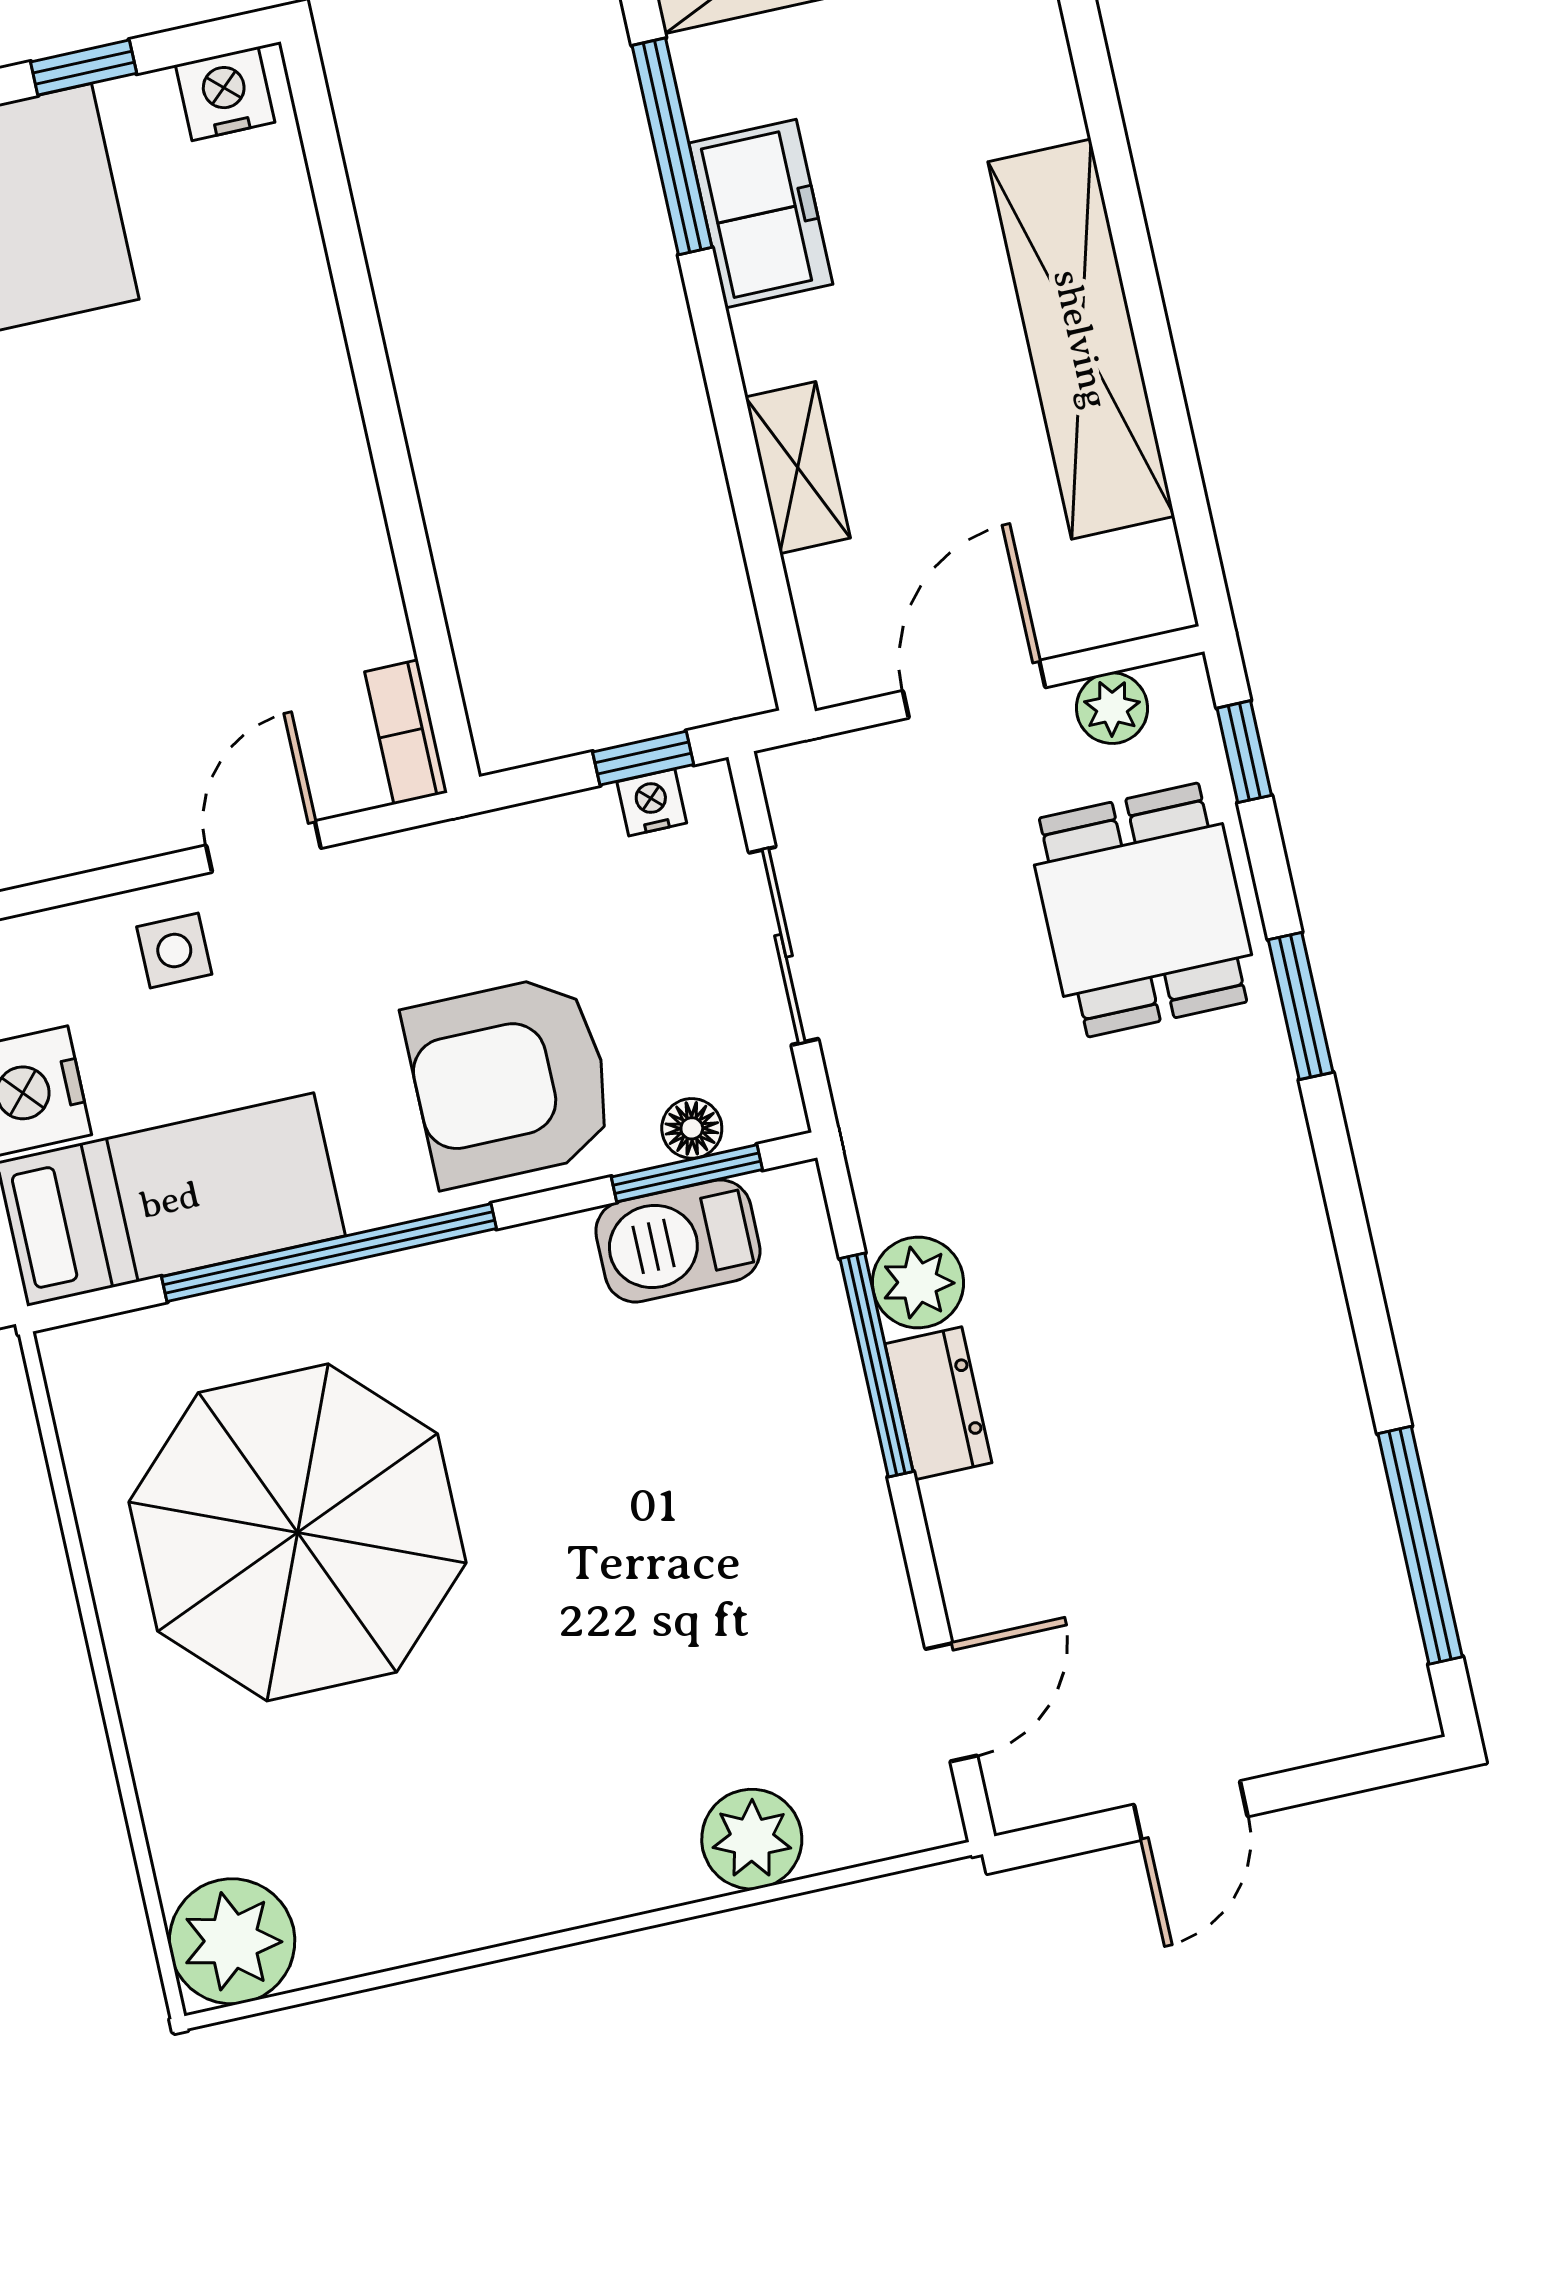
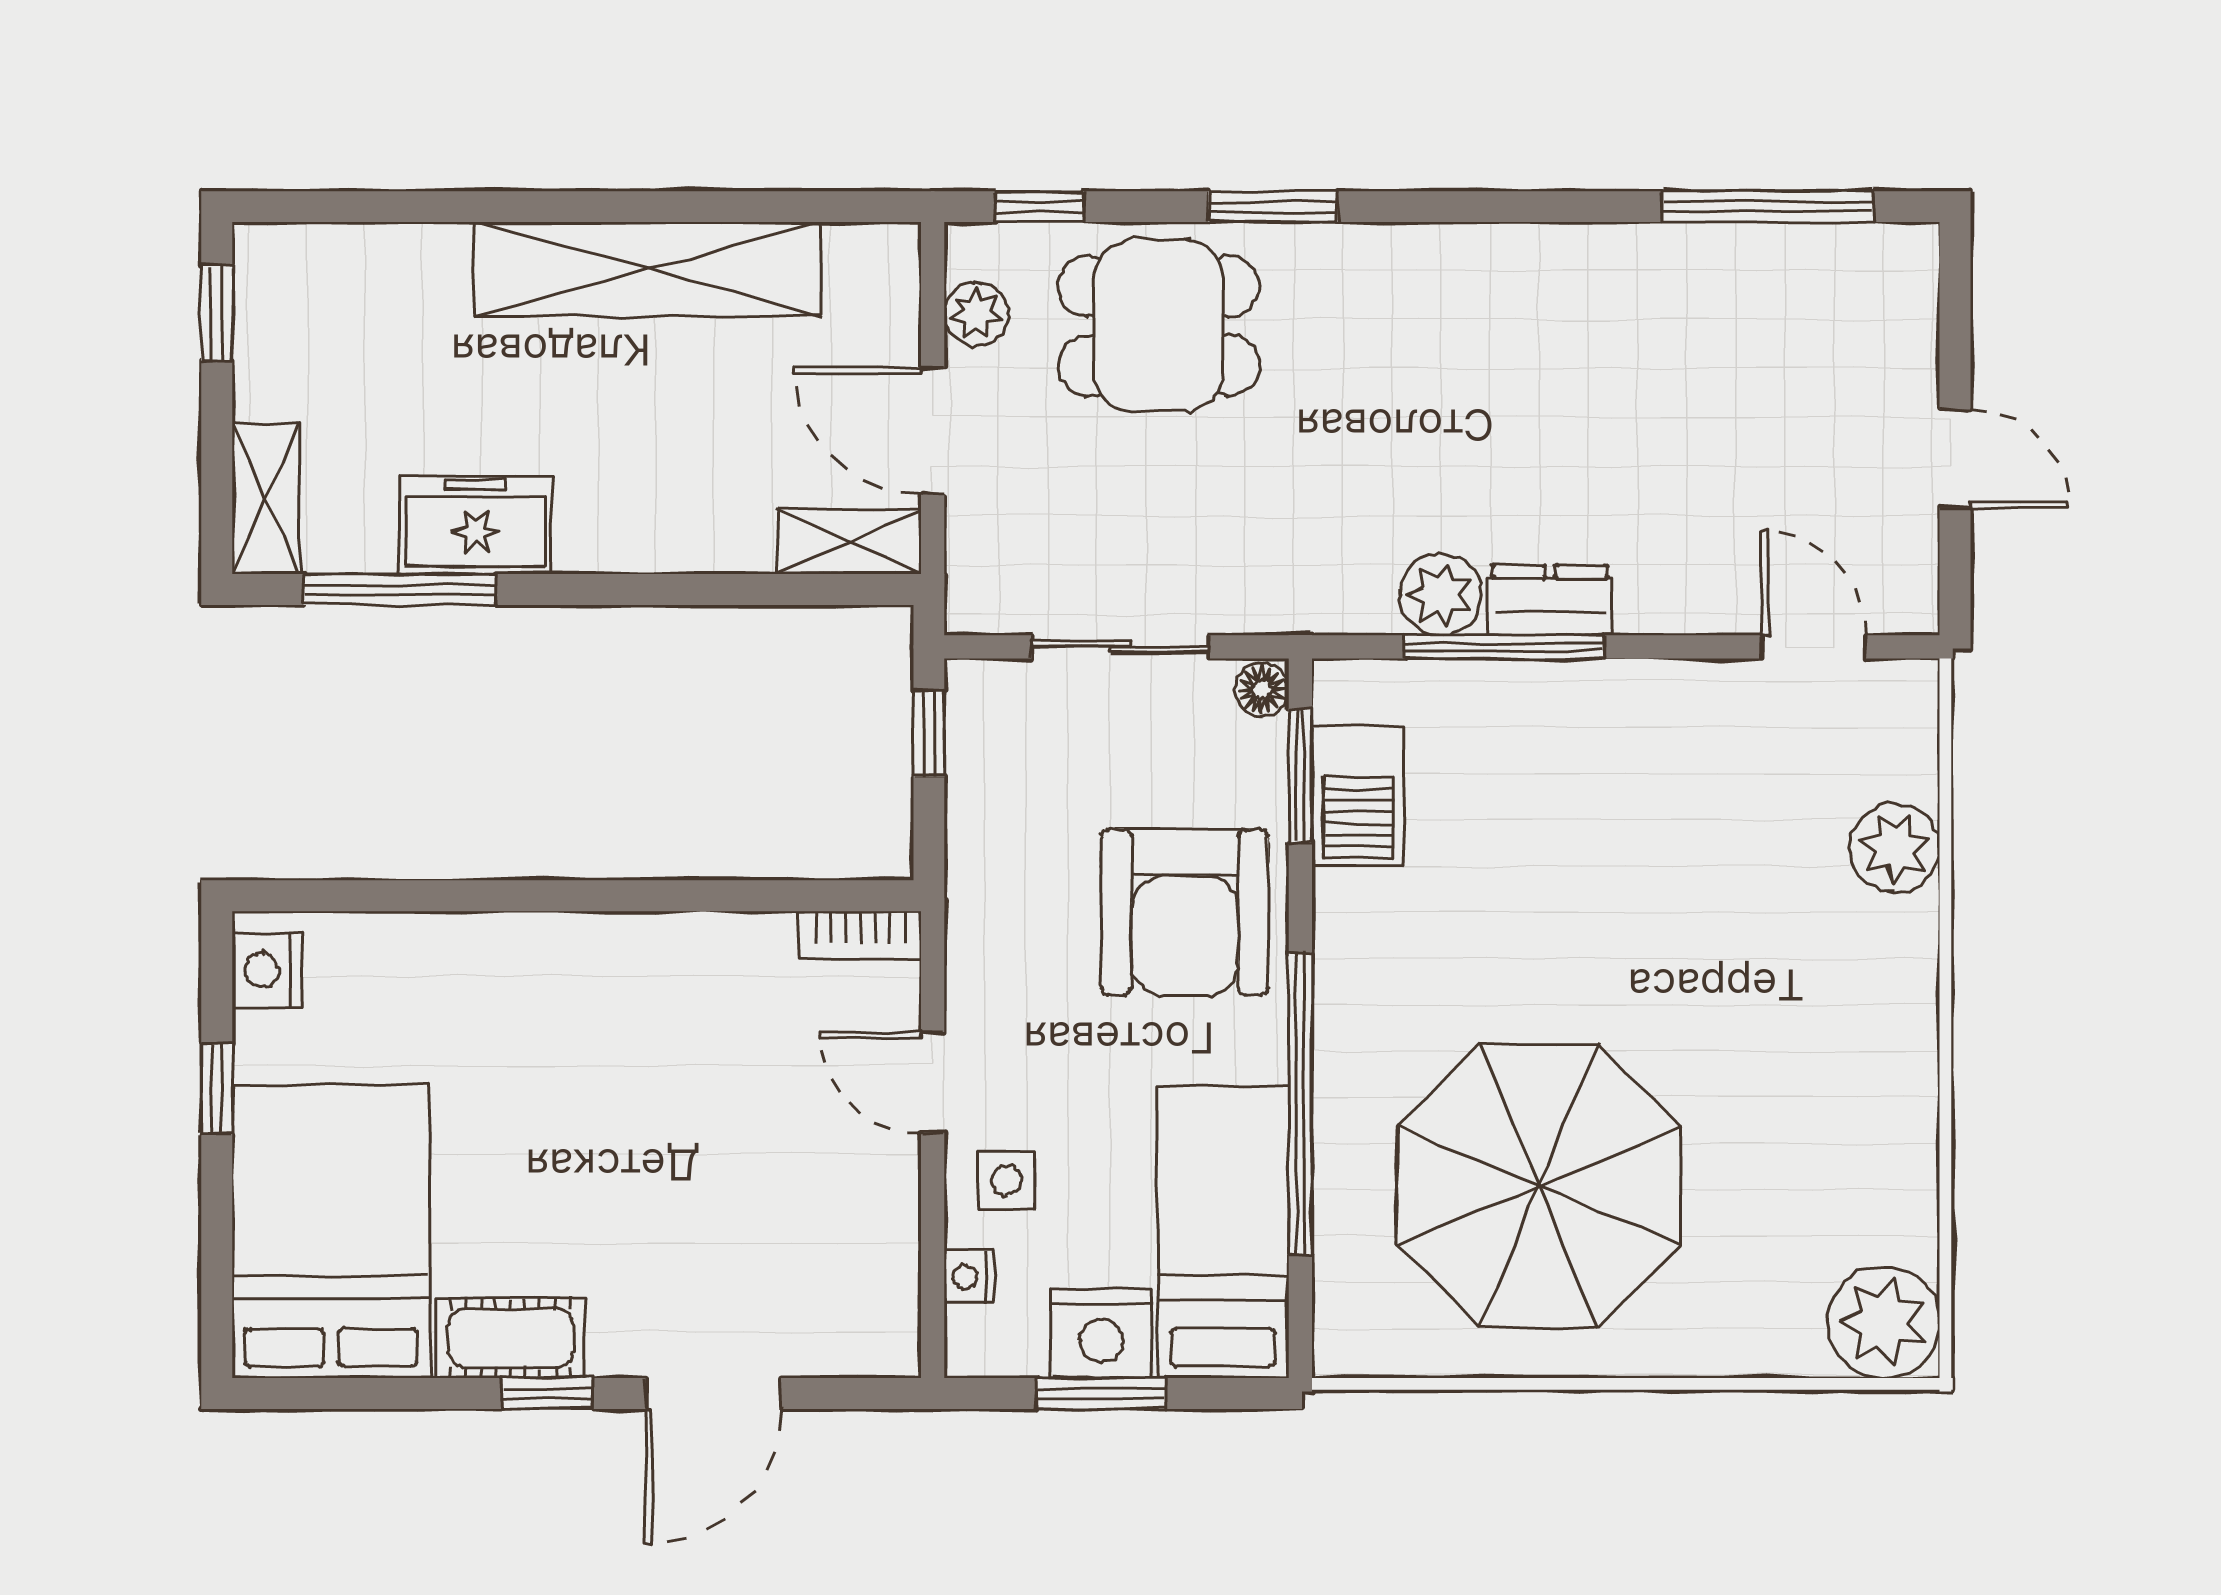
shelving: (798, 468) -> (849, 542), moved
nightstand: (652, 802) -> (969, 1277), moved
floor lamp: (692, 1128) -> (1262, 690), moved

